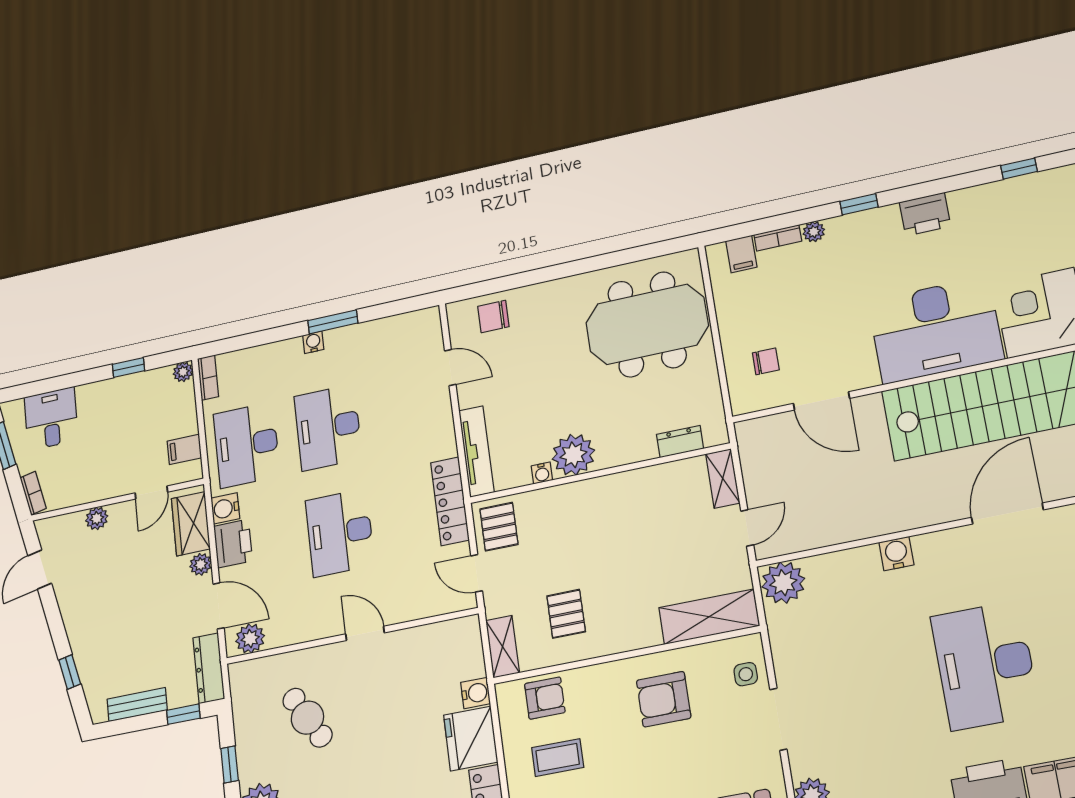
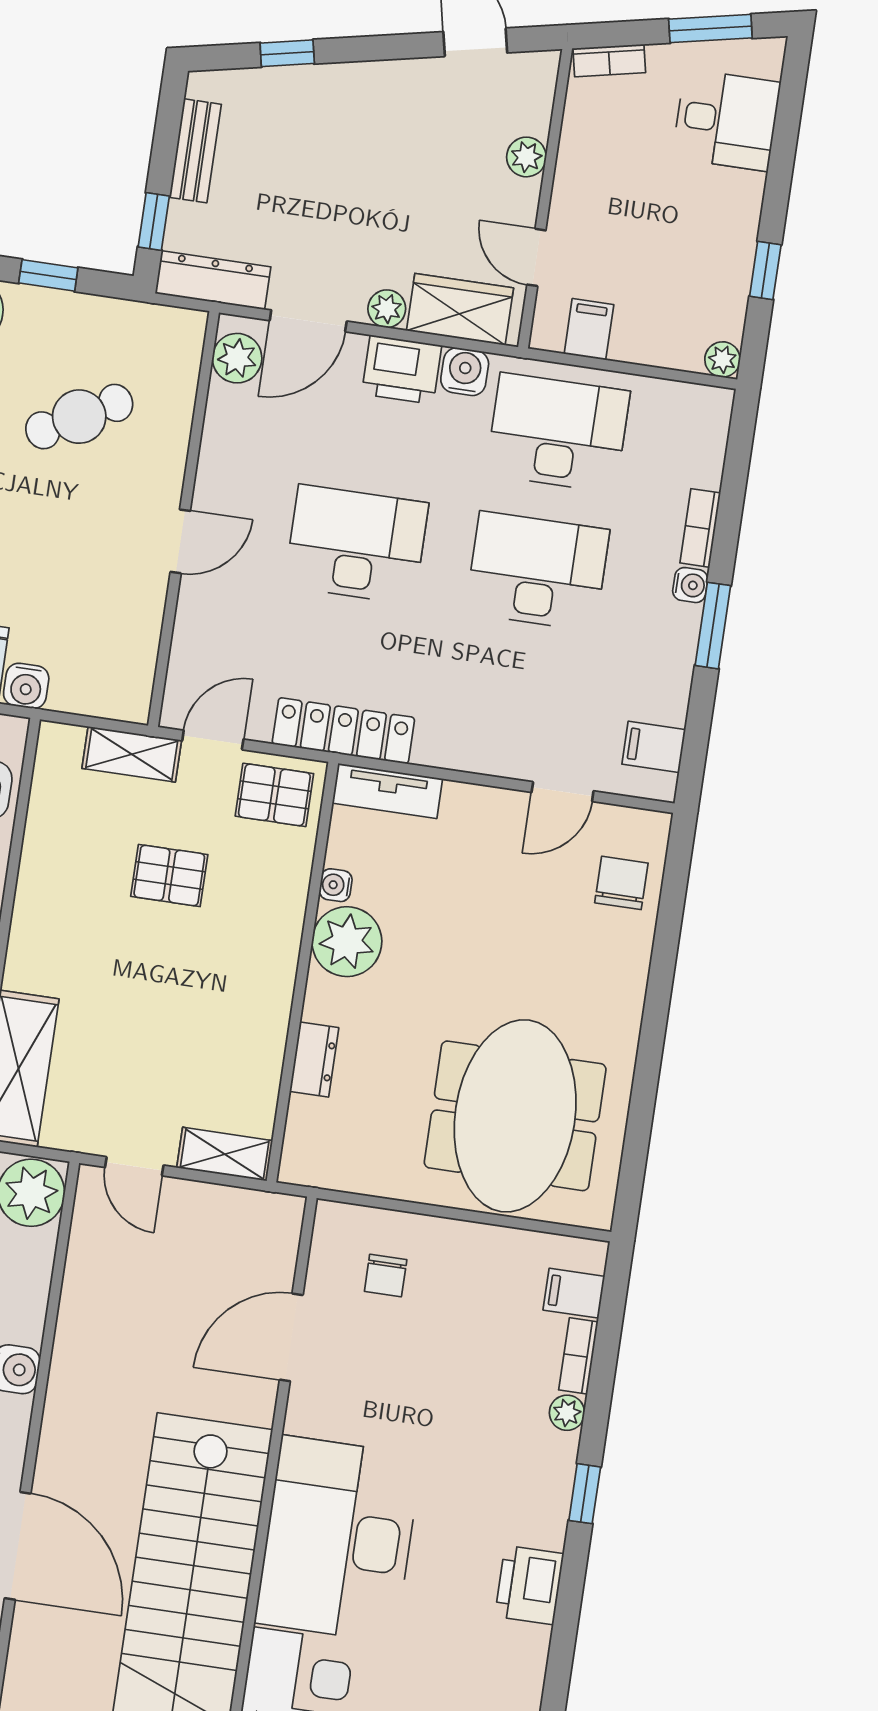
filing cabinet: (410, 328) -> (654, 747), added
bookcase: (208, 378) -> (700, 528), moved, turned 90
dresser: (680, 442) -> (314, 1060), moved
tv unit: (476, 451) -> (387, 791), width x0.71
pallet: (566, 614) -> (169, 875), moved
shelving: (503, 647) -> (132, 754), moved

